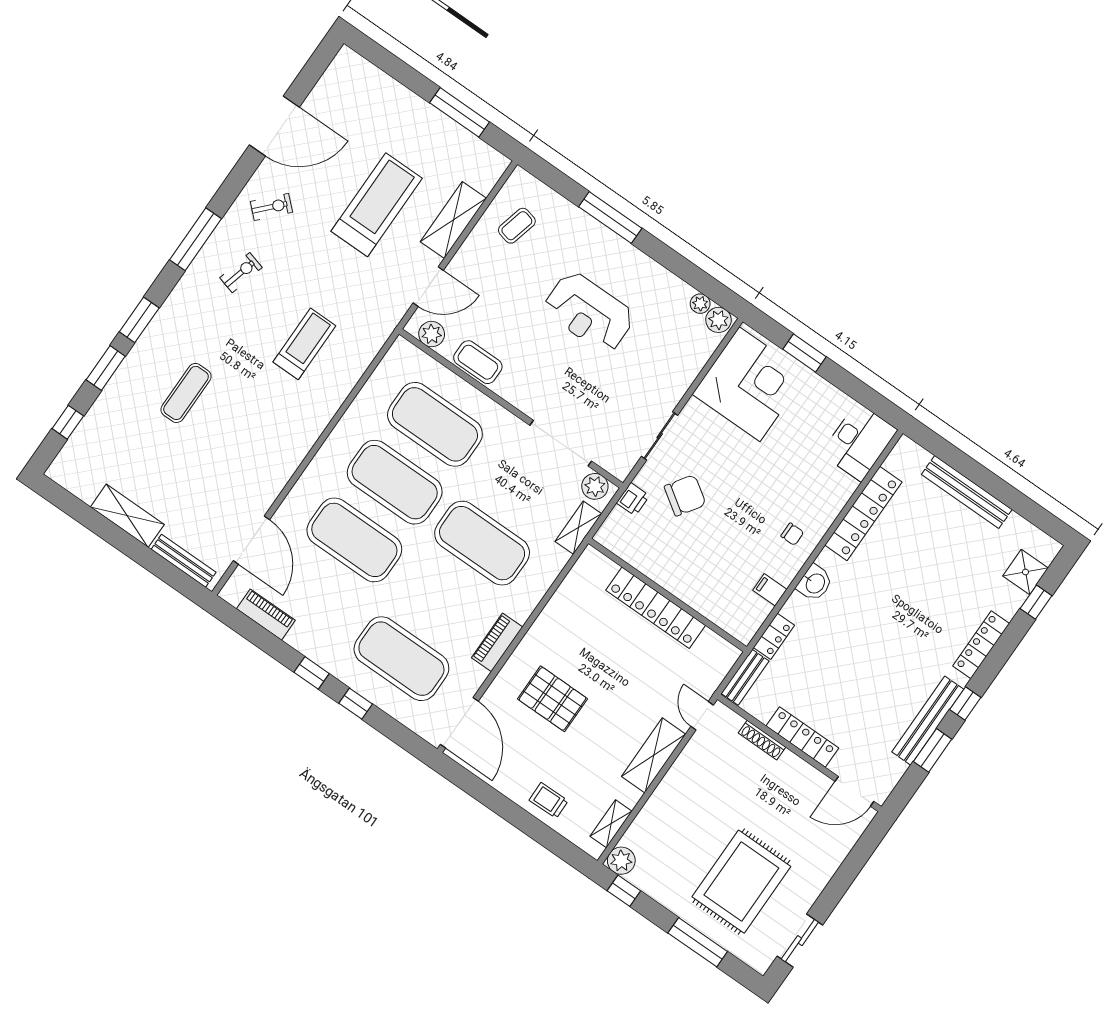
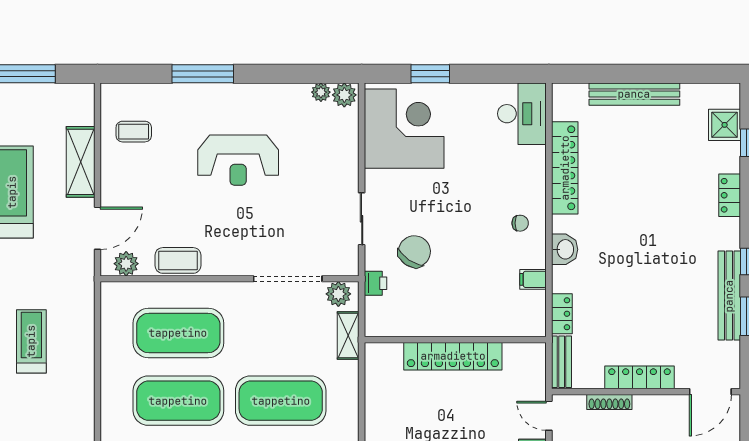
coffee table: (517, 226) -> (134, 132), turned 76
locker: (981, 645) -> (730, 195), width x0.66

